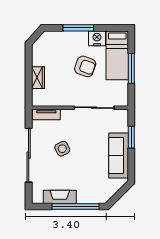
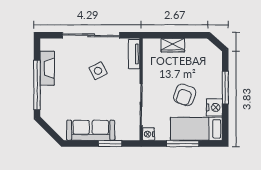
nightstand: (122, 101) -> (149, 134), added

